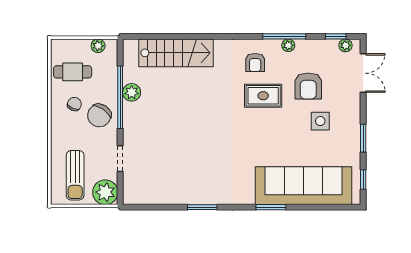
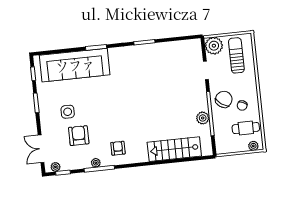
plant: (98, 46) -> (253, 146), moved
rug: (263, 96) -> (110, 125), removed

